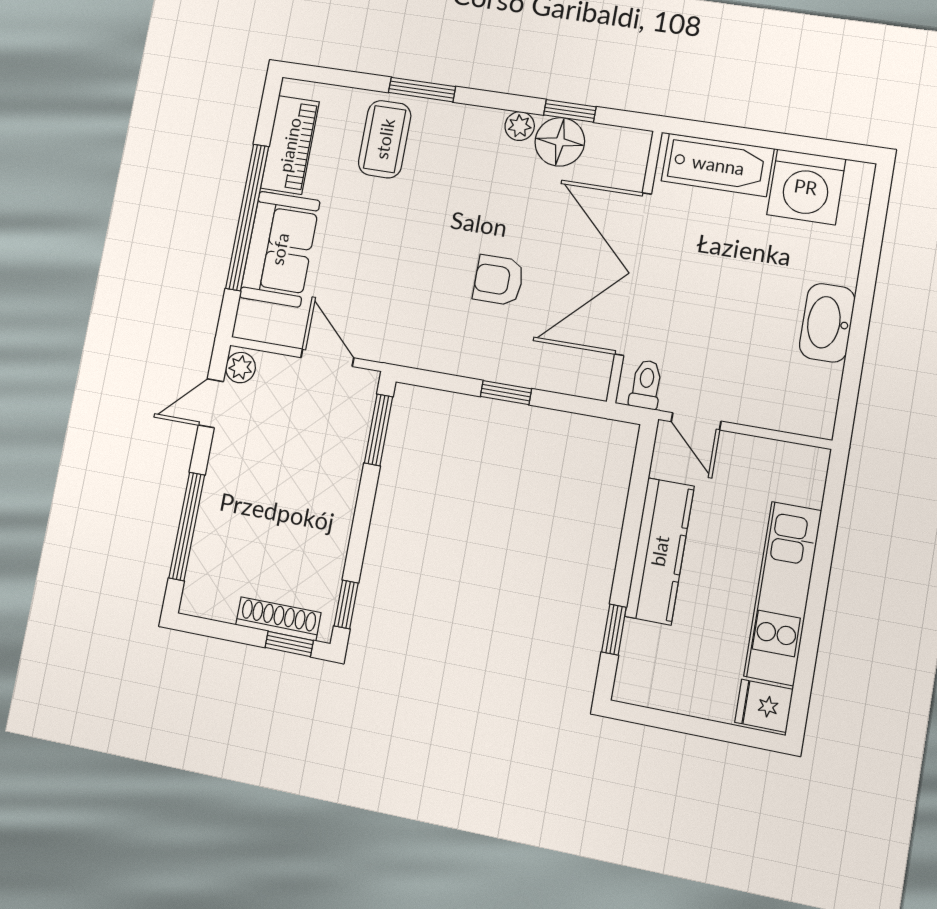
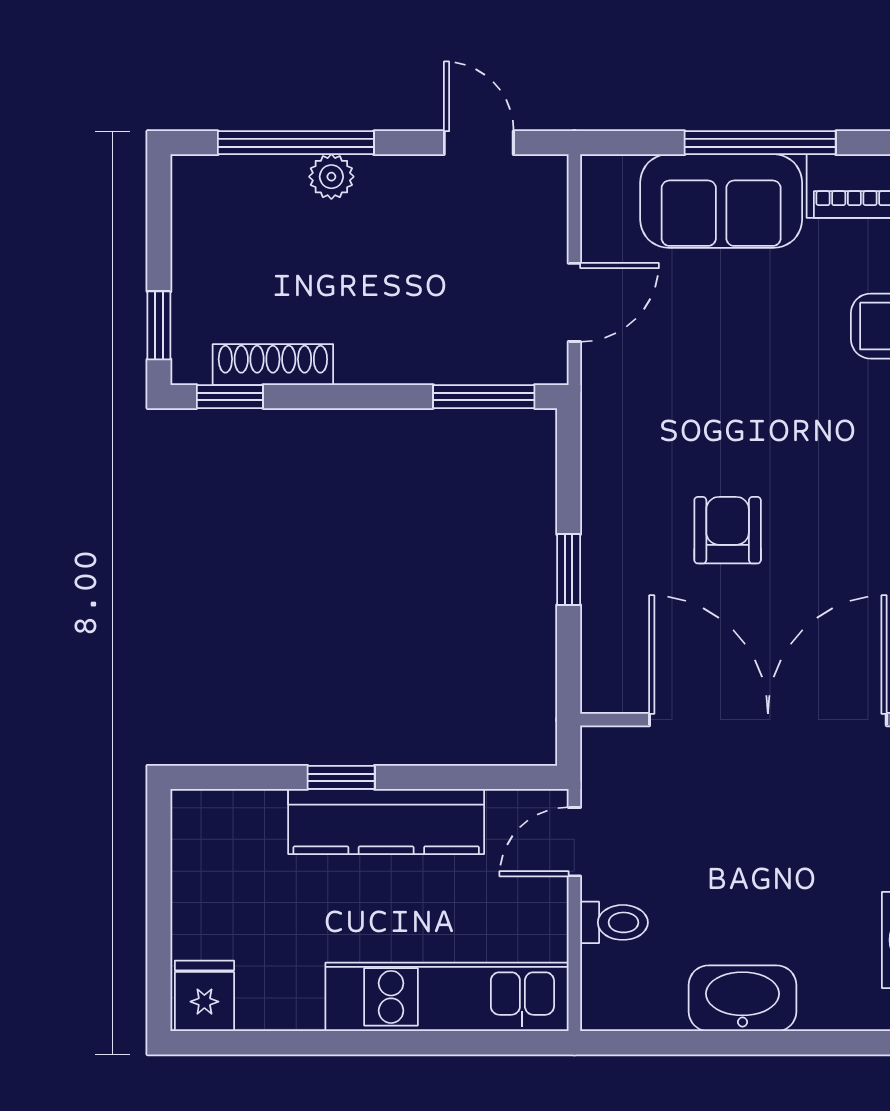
window: (247, 217) -> (760, 143), width x0.68
plant: (240, 368) -> (331, 177), moved
toilet: (646, 384) -> (614, 922), moved
kitchen unit: (783, 593) -> (447, 997), moved
shoe rack: (278, 619) -> (273, 365), moved, turned -90
window: (614, 630) -> (341, 777), moved

